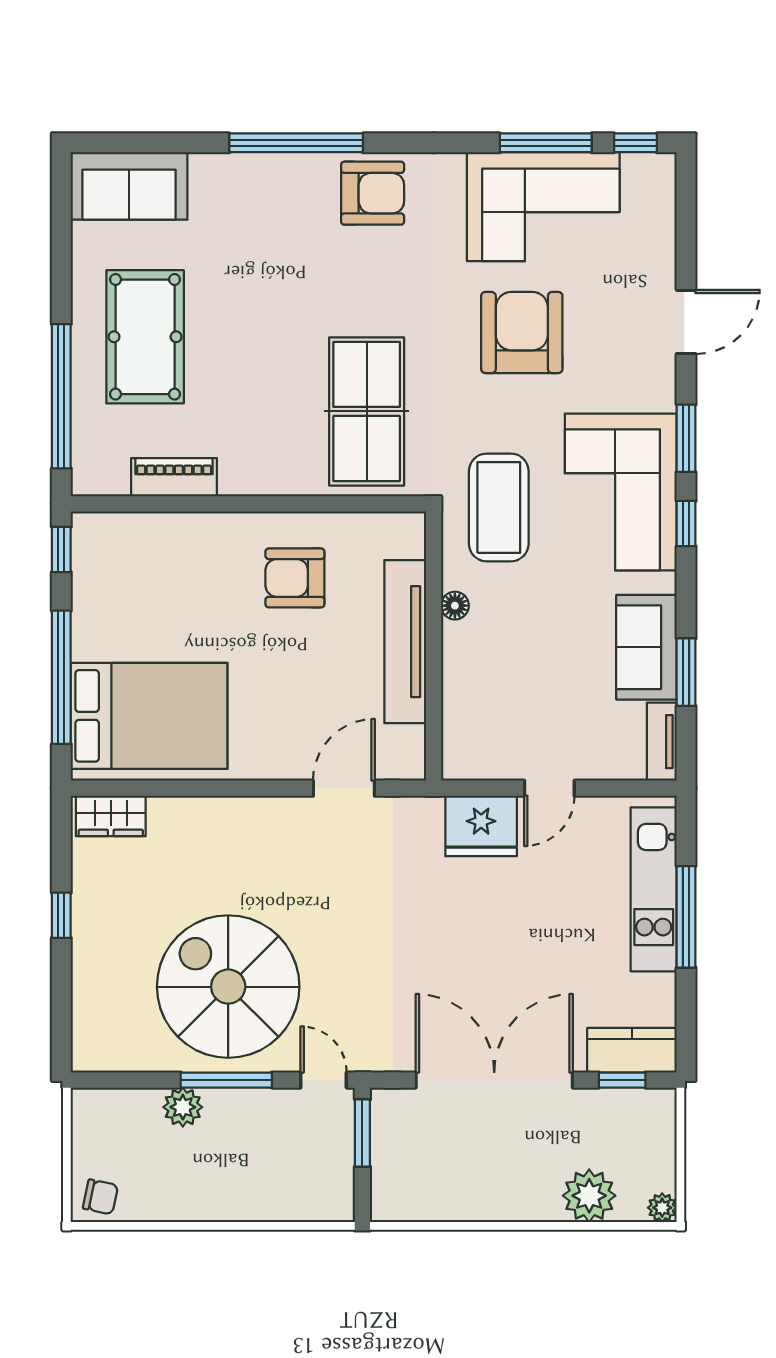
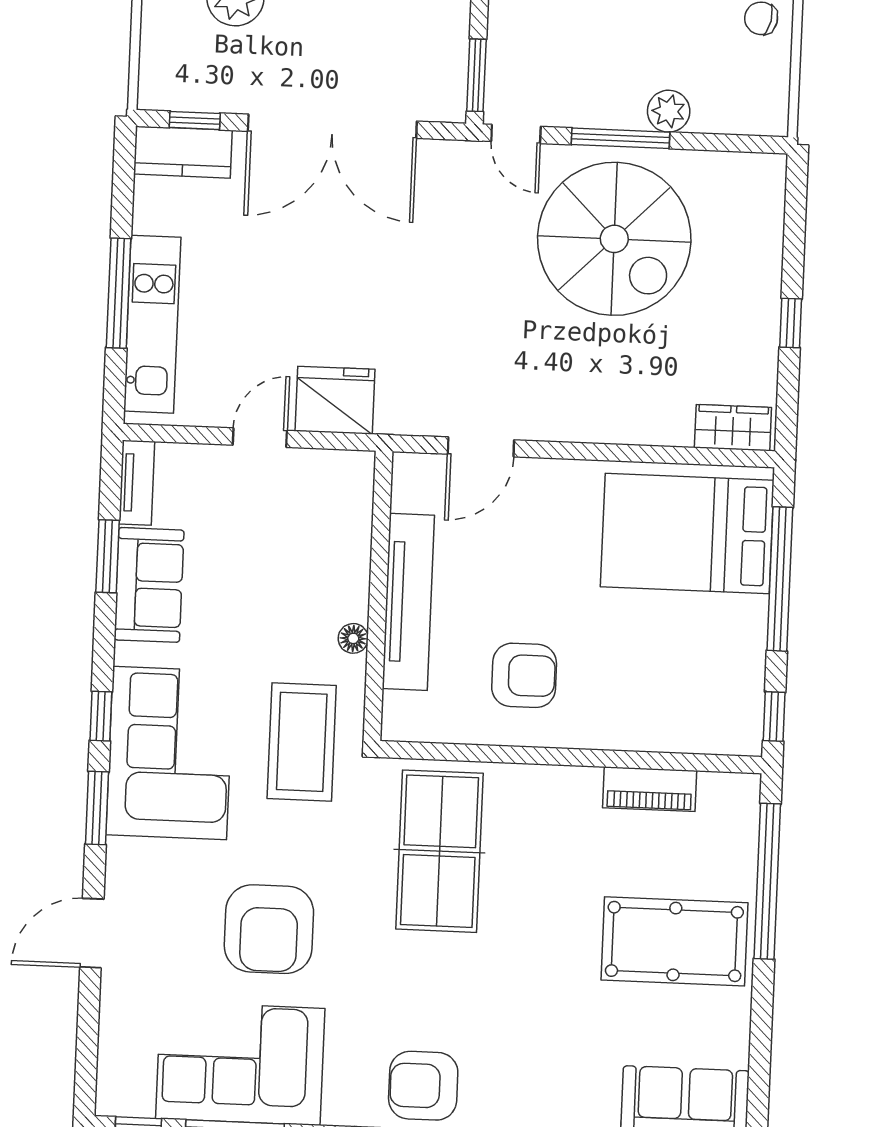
pool table: (145, 337) -> (674, 941), turned 90

